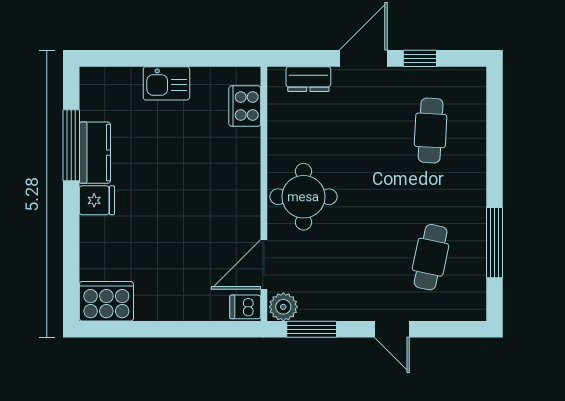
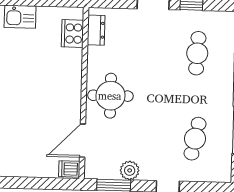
dresser: (308, 79) -> (96, 30), moved, turned -90
plant: (283, 307) -> (130, 170), moved

